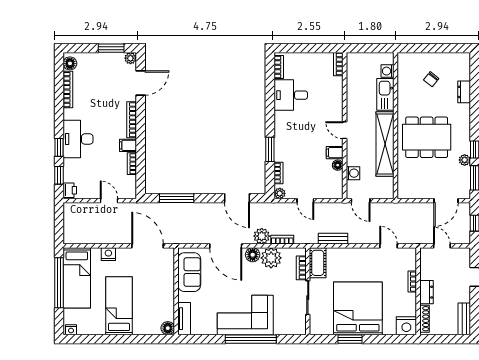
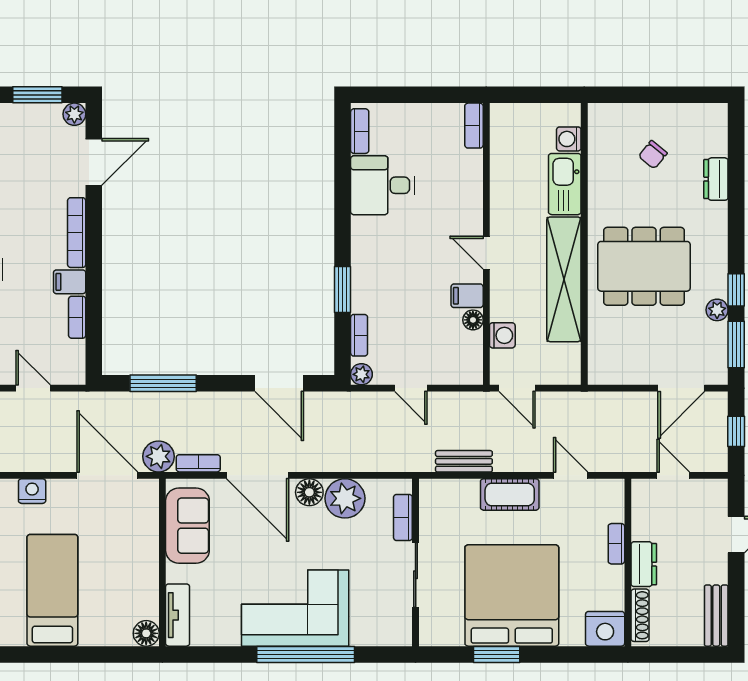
plant: (262, 236) -> (159, 456), moved
bookcase: (282, 240) -> (198, 463), moved
cot: (318, 263) -> (510, 494), moved, turned 90

